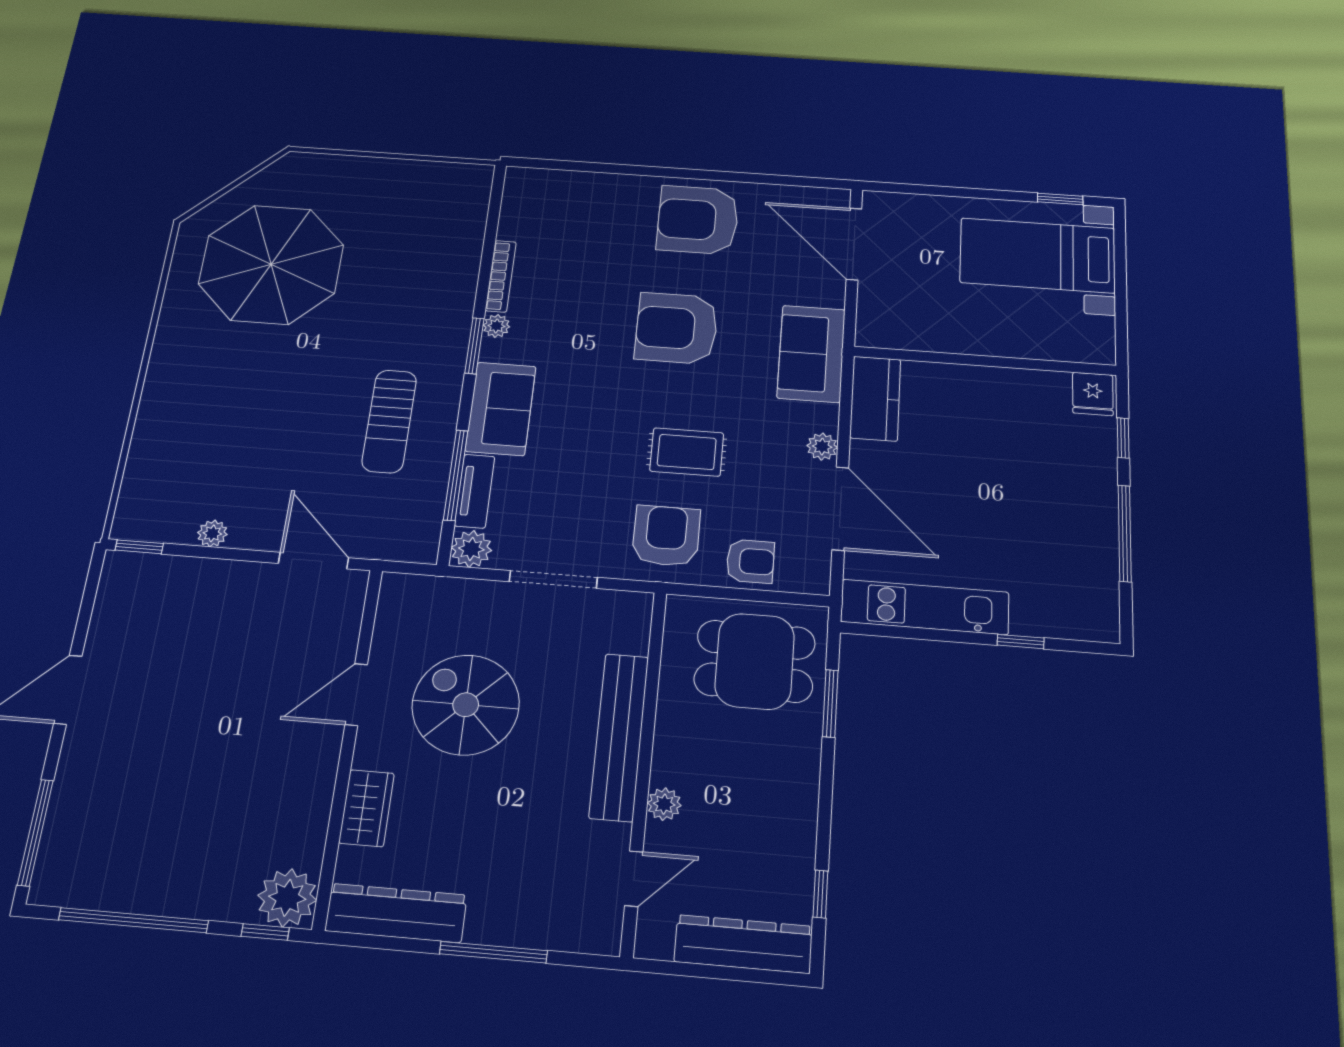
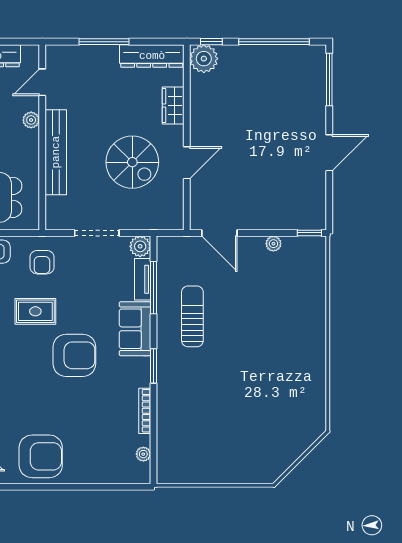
parasol: (271, 264) -> (271, 408), removed
plant: (496, 326) -> (143, 454), moved
armchair: (677, 328) -> (74, 355), moved
armchair: (666, 536) -> (42, 262), width x0.72, depth x0.72

